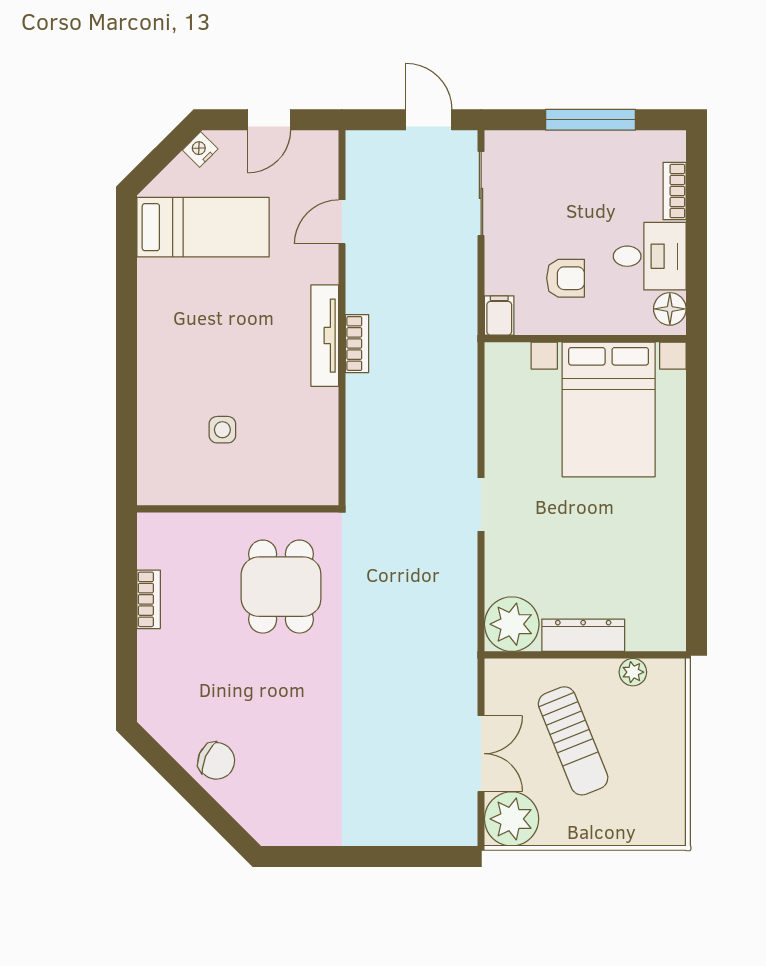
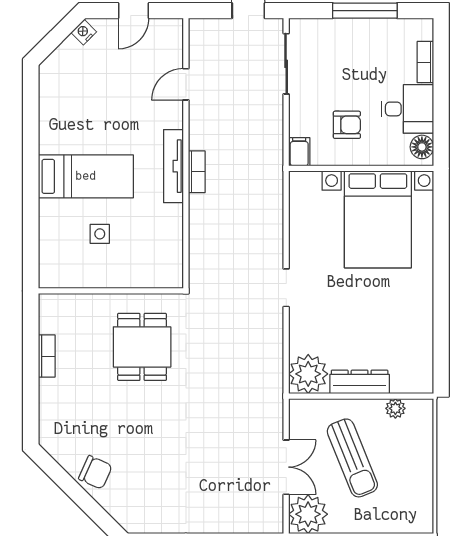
bed: (203, 227) -> (86, 176), moved

